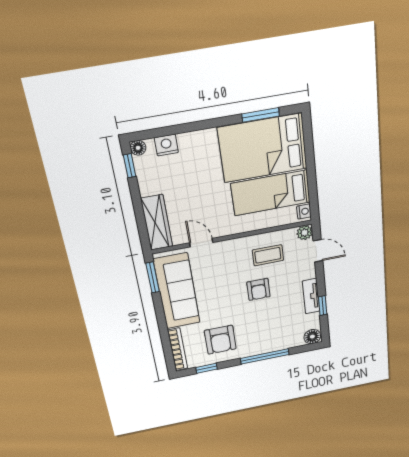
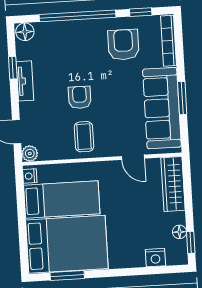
floor lamp: (138, 148) -> (179, 232), moved
coffee table: (268, 255) -> (84, 137), moved, turned 90
window: (153, 277) -> (182, 98), moved
window: (265, 356) -> (77, 16), width x1.46

